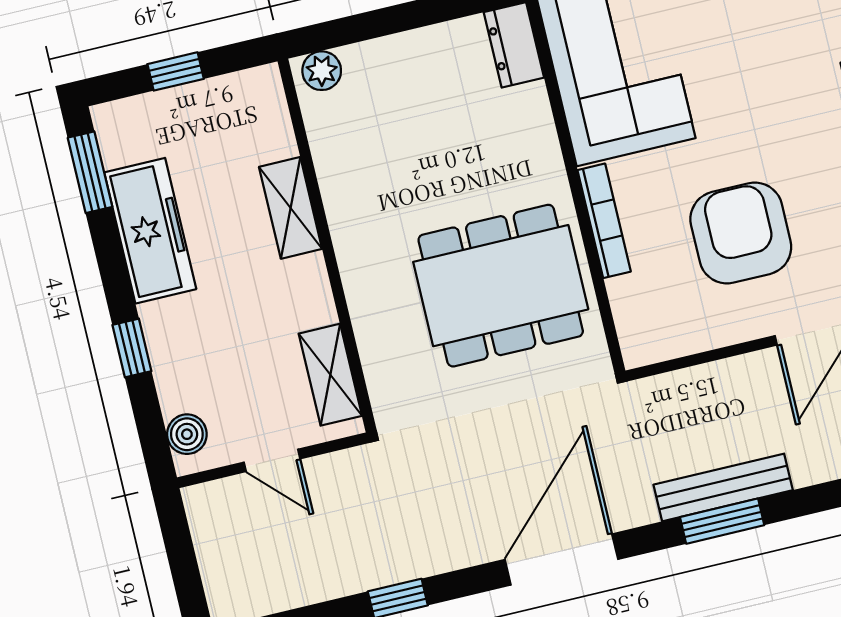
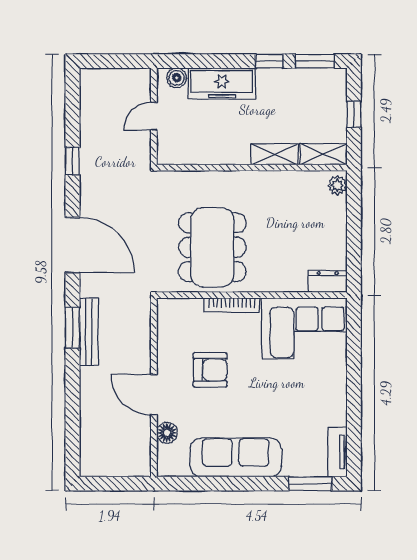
freezer: (150, 231) -> (222, 84), moved
armchair: (741, 233) -> (210, 370), width x0.73, depth x0.73
window: (132, 348) -> (269, 61), moved
shelving: (330, 375) -> (323, 154), moved

